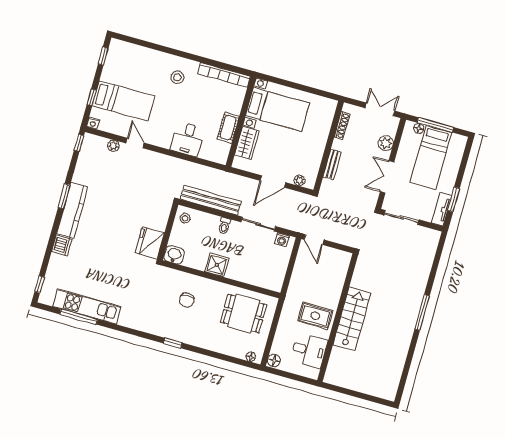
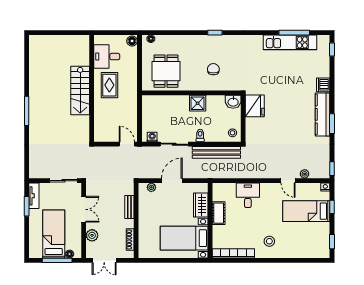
dining table: (244, 314) -> (166, 71), turned 90
rug: (315, 316) -> (109, 85), turned 90

